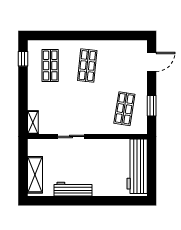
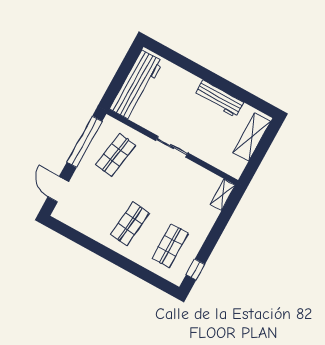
door: (152, 62) -> (58, 189), hinge flipped
window: (152, 106) -> (84, 142), width x2.11
sliding door: (71, 136) -> (172, 147), moved

